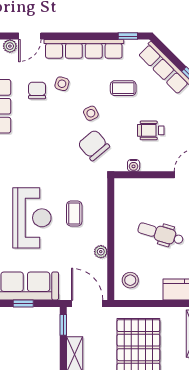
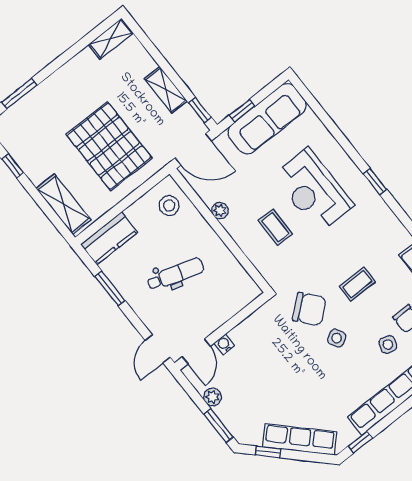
coffee table: (123, 88) -> (357, 284), moved
wheelchair: (151, 130) -> (265, 368), removed
water cooler: (134, 165) -> (224, 344), moved
window: (23, 303) -> (242, 111), moved

